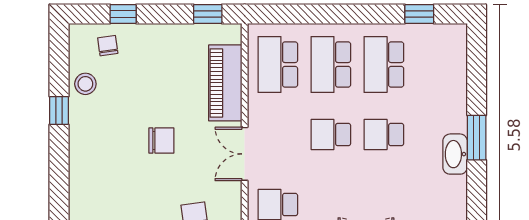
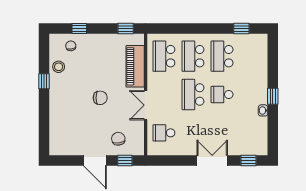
school desk: (331, 135) -> (193, 95), width x1.85
window: (477, 138) -> (273, 96), width x0.67
washbasin: (455, 154) -> (263, 110), width x0.52, depth x0.69

